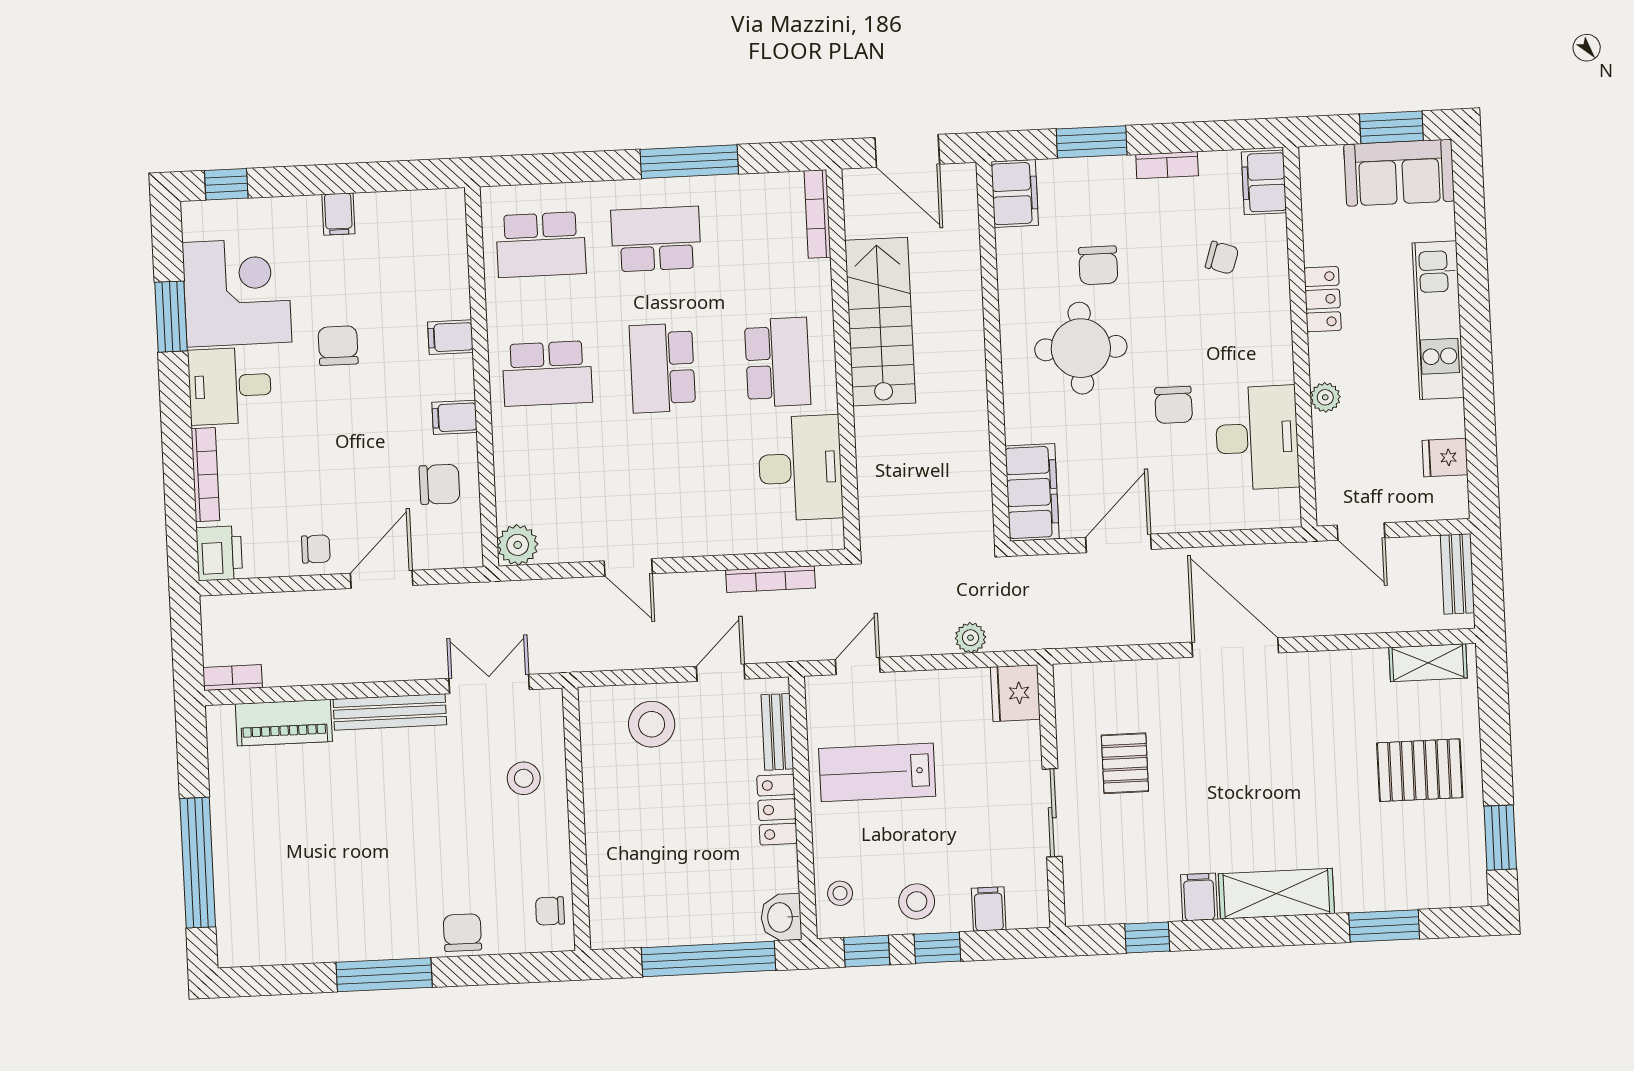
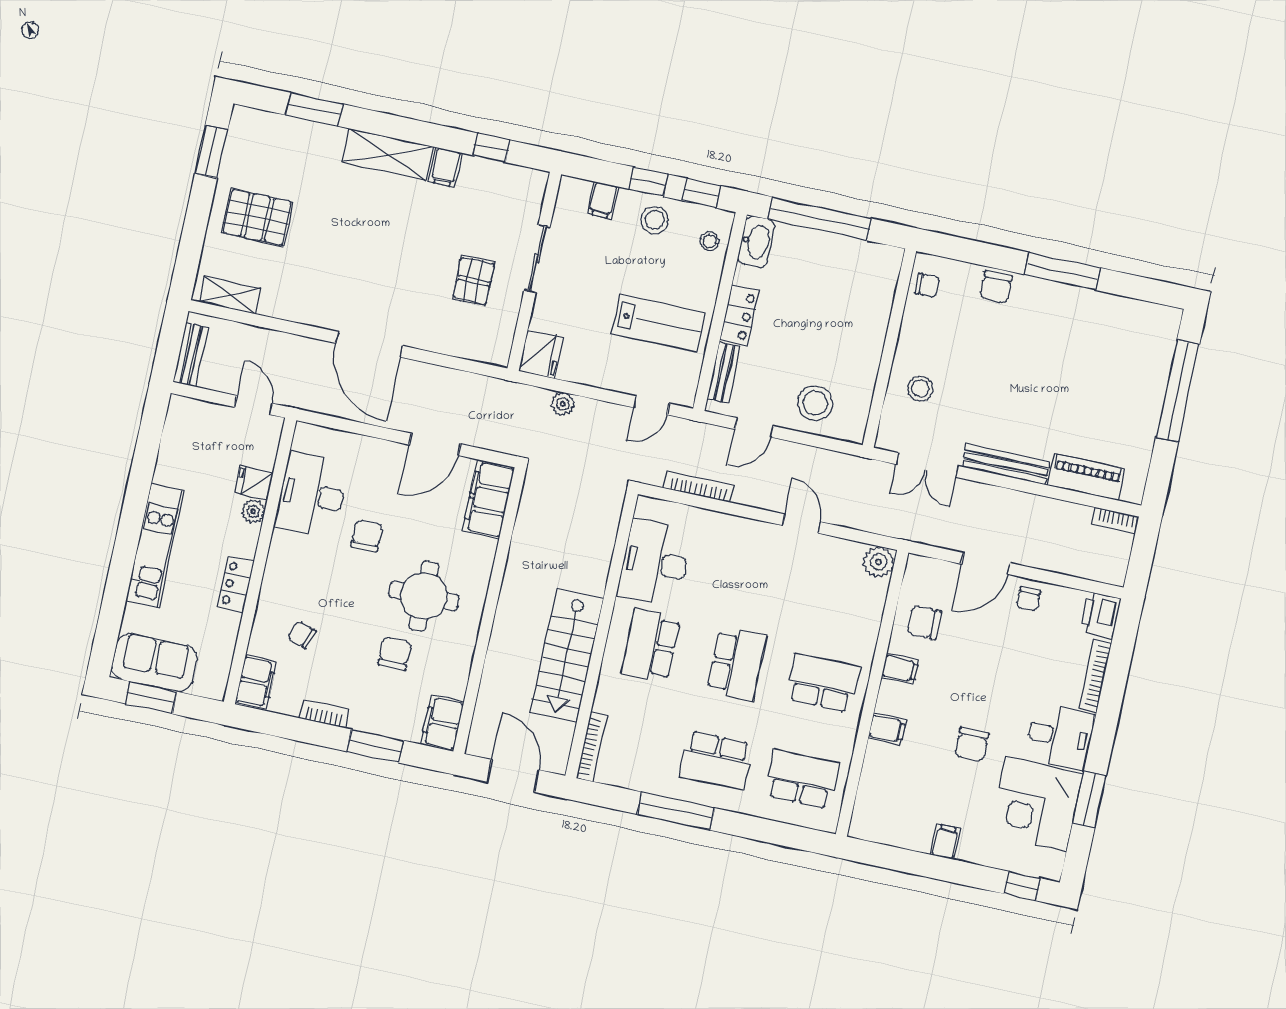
fridge: (1445, 458) -> (254, 483), moved, turned 180
chair: (316, 549) -> (1028, 599), turned -90
washbasin: (781, 917) -> (756, 242), width x1.38

